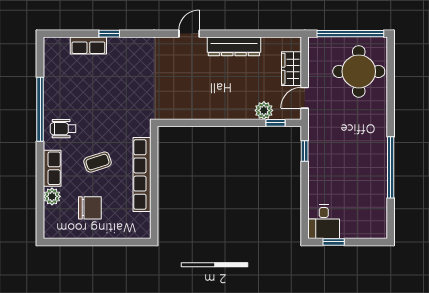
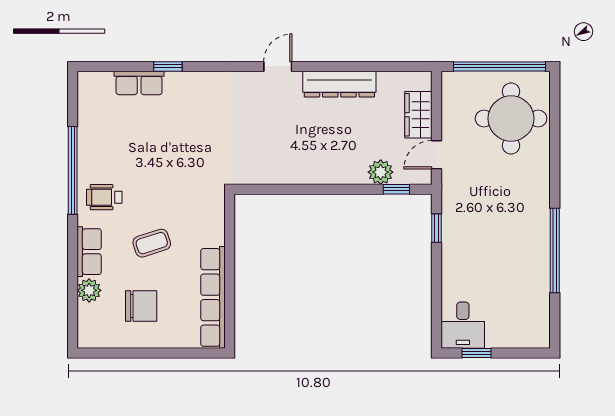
row of seats: (142, 175) -> (213, 297), moved

